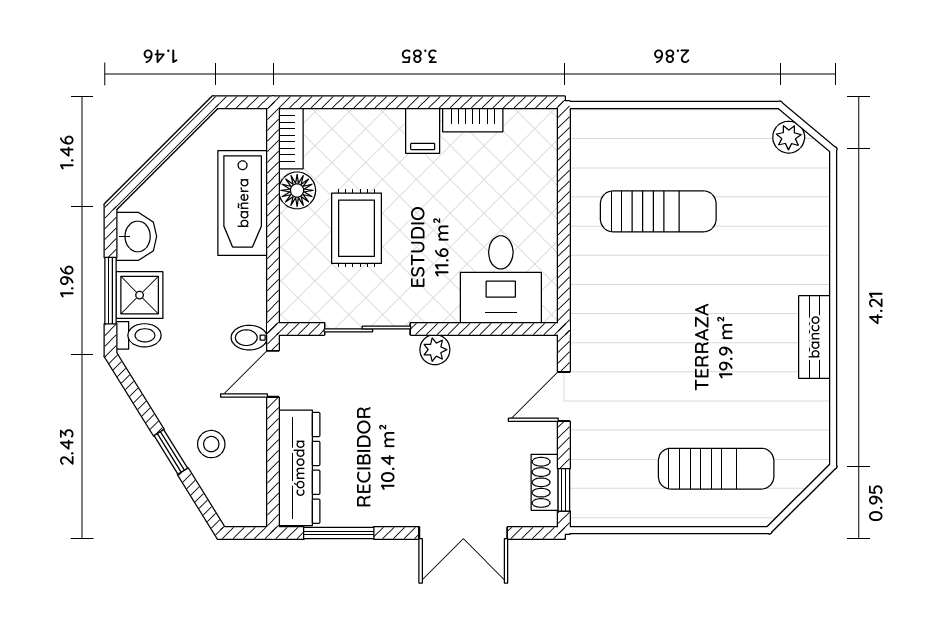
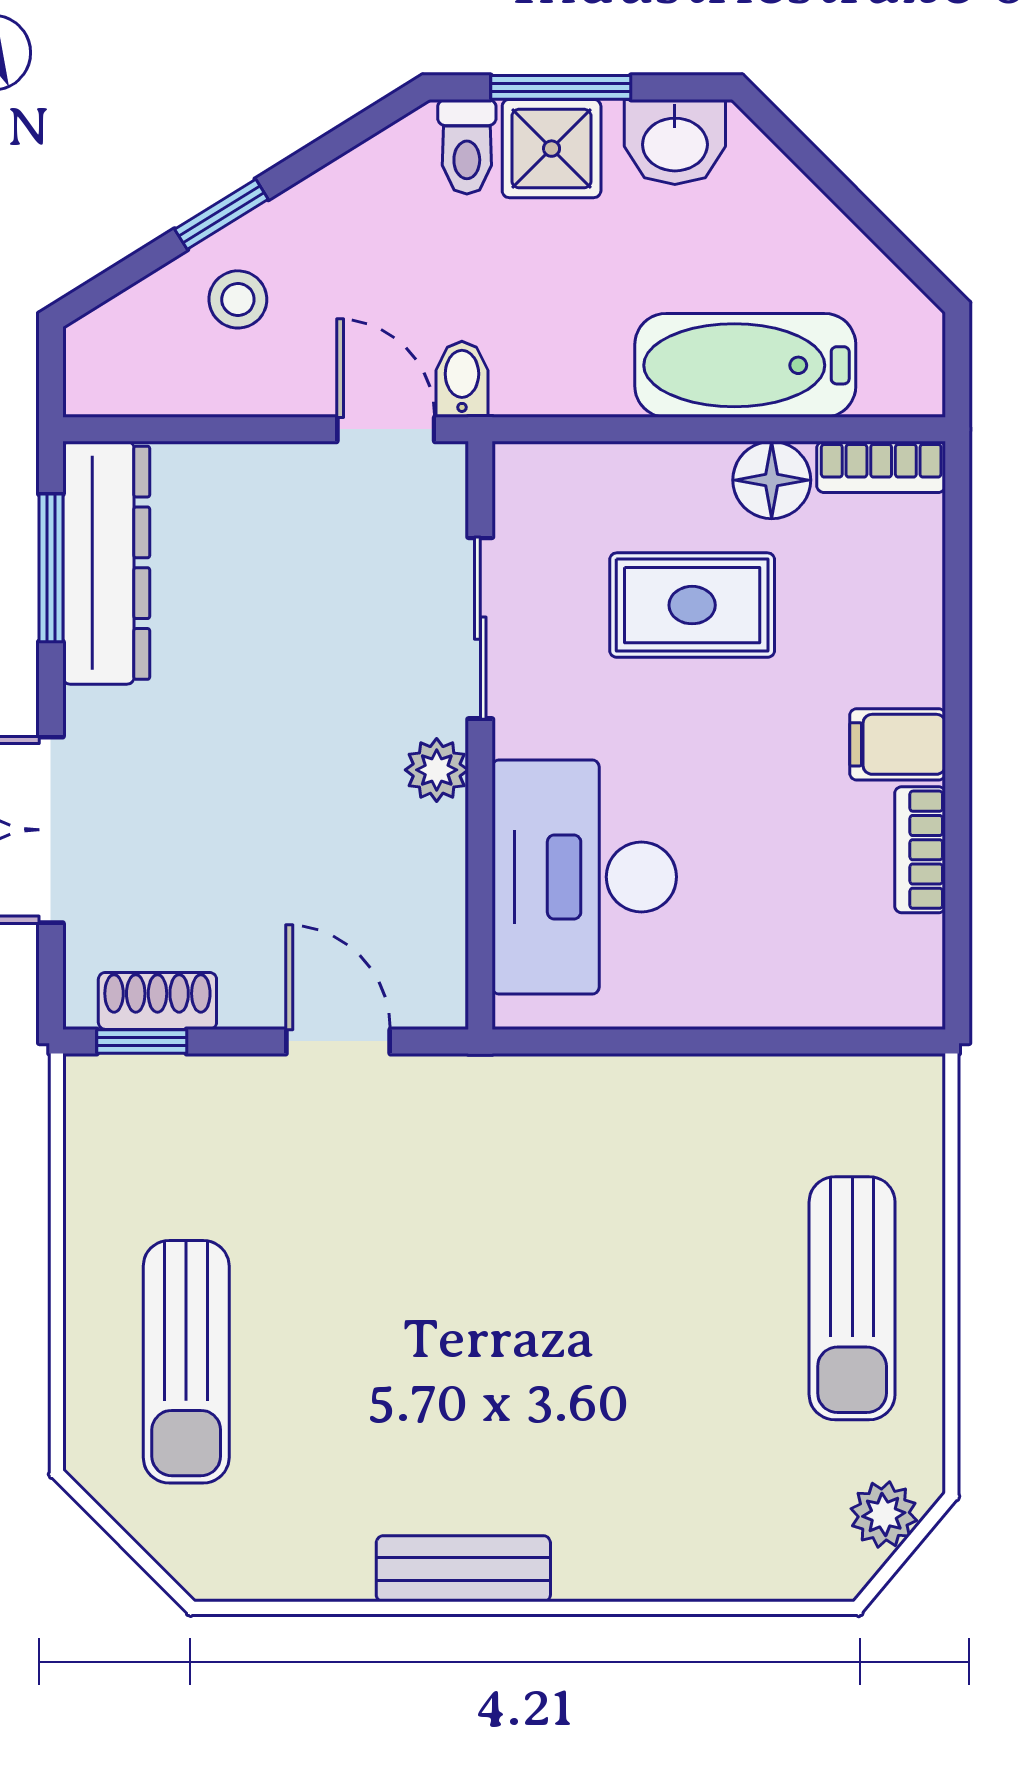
sun lounger: (658, 211) -> (852, 1298), moved
desk: (501, 279) -> (584, 877), width x1.37
dresser: (299, 468) -> (106, 563), moved, turned -90

